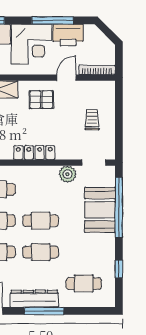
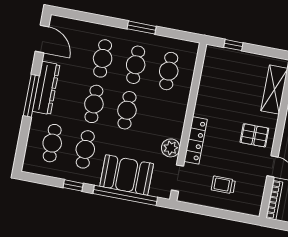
pallet: (41, 100) -> (254, 135), turned 90
trolley: (92, 120) -> (223, 185), turned 180
locker: (34, 153) -> (196, 140), moved
cafe table: (84, 252) -> (85, 149), added
window: (119, 269) -> (73, 185), moved

